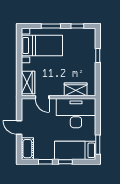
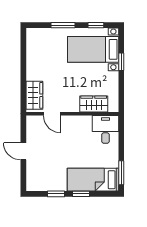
bed with nightstands: (42, 45) -> (93, 49), moved, turned 180
desk: (76, 113) -> (105, 129), width x0.53, depth x0.77
cot: (27, 149) -> (34, 178), removed

